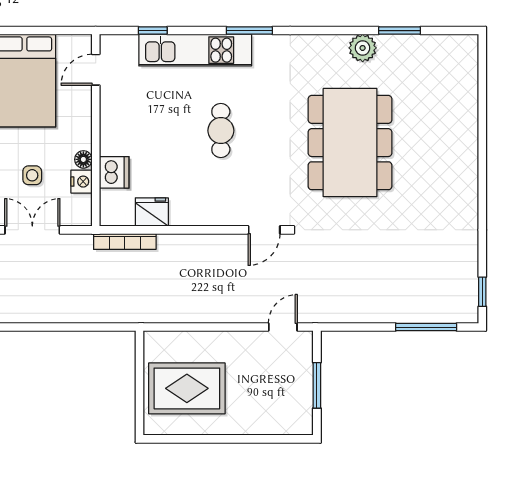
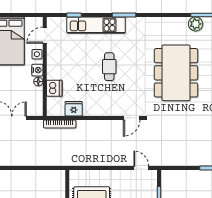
plant: (363, 48) -> (196, 24), moved
side table: (32, 175) -> (37, 54), moved
nightstand: (82, 182) -> (37, 70), moved
door: (283, 327) -> (141, 168), hinge flipped

